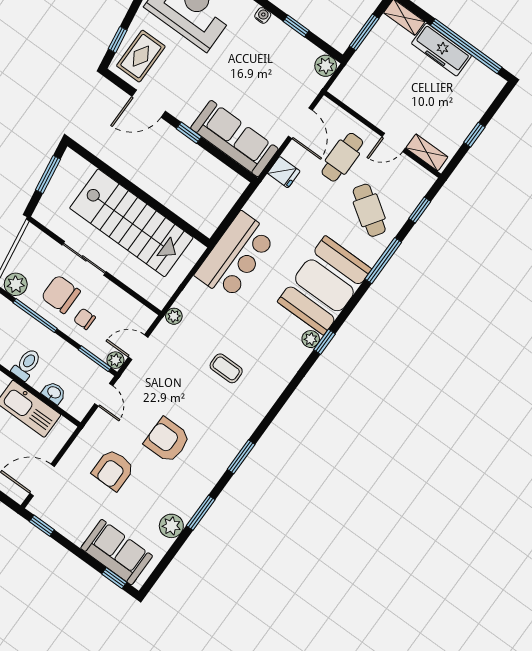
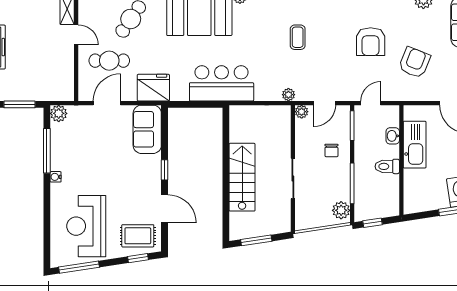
window: (296, 26) -> (47, 151), width x2.17
sofa: (234, 139) -> (147, 129), width x0.73
fridge: (284, 172) -> (153, 88), width x1.88, depth x1.34
stairs: (131, 223) -> (242, 177), width x0.73, depth x0.66
chair: (61, 294) -> (327, 177), removed
door: (138, 347) -> (325, 103), hinge flipped
plant: (115, 360) -> (302, 112), moved
armchair: (113, 470) -> (415, 63), turned -68

